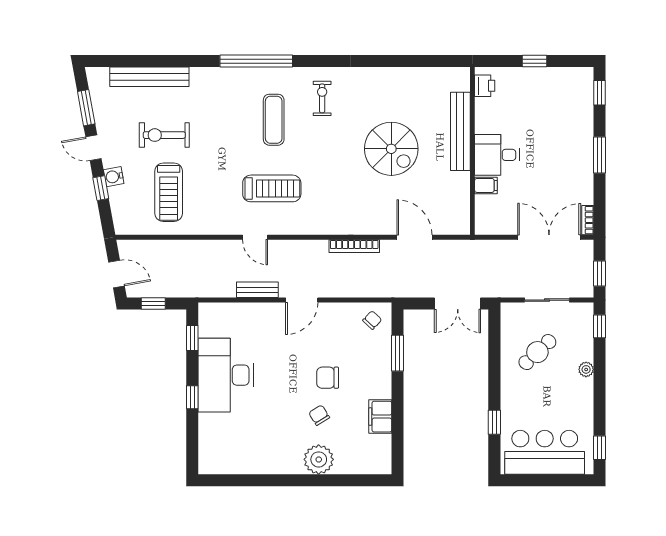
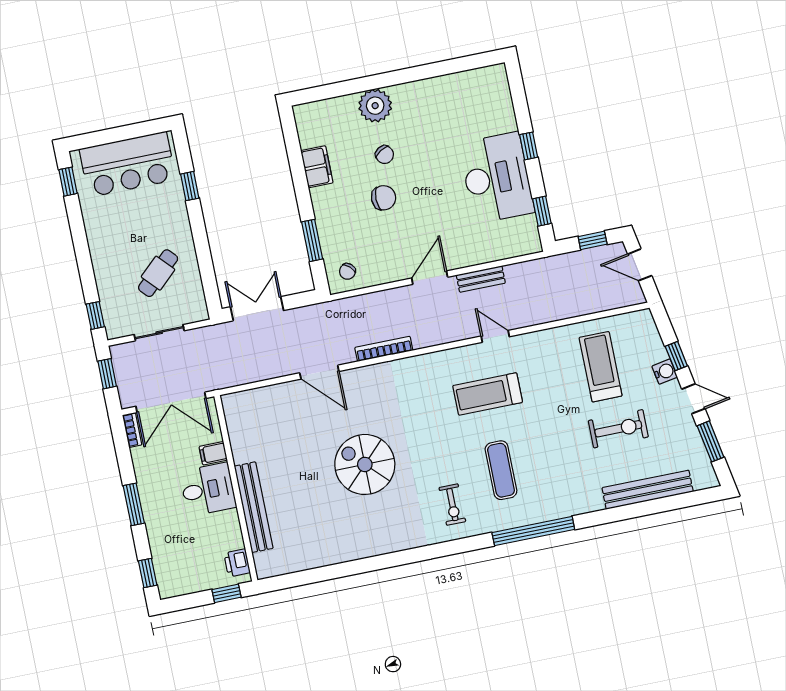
printer: (485, 86) -> (237, 563), moved
bench: (460, 131) -> (254, 507), moved
wall: (472, 151) -> (236, 488), moved
desk: (497, 155) -> (208, 489), moved
filing cabinet: (486, 185) -> (213, 453), moved
plant: (586, 369) -> (100, 265), removed

